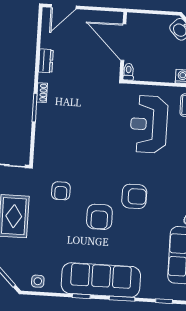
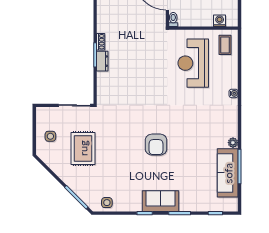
dresser: (46, 61) -> (102, 61), moved
armchair: (61, 191) -> (122, 124), removed
armchair: (134, 196) -> (185, 125), removed
sofa: (101, 280) -> (160, 201), width x0.54, depth x0.79

